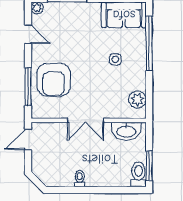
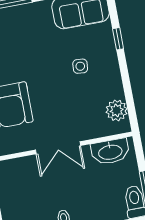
window: (149, 43) -> (118, 39), width x0.32

